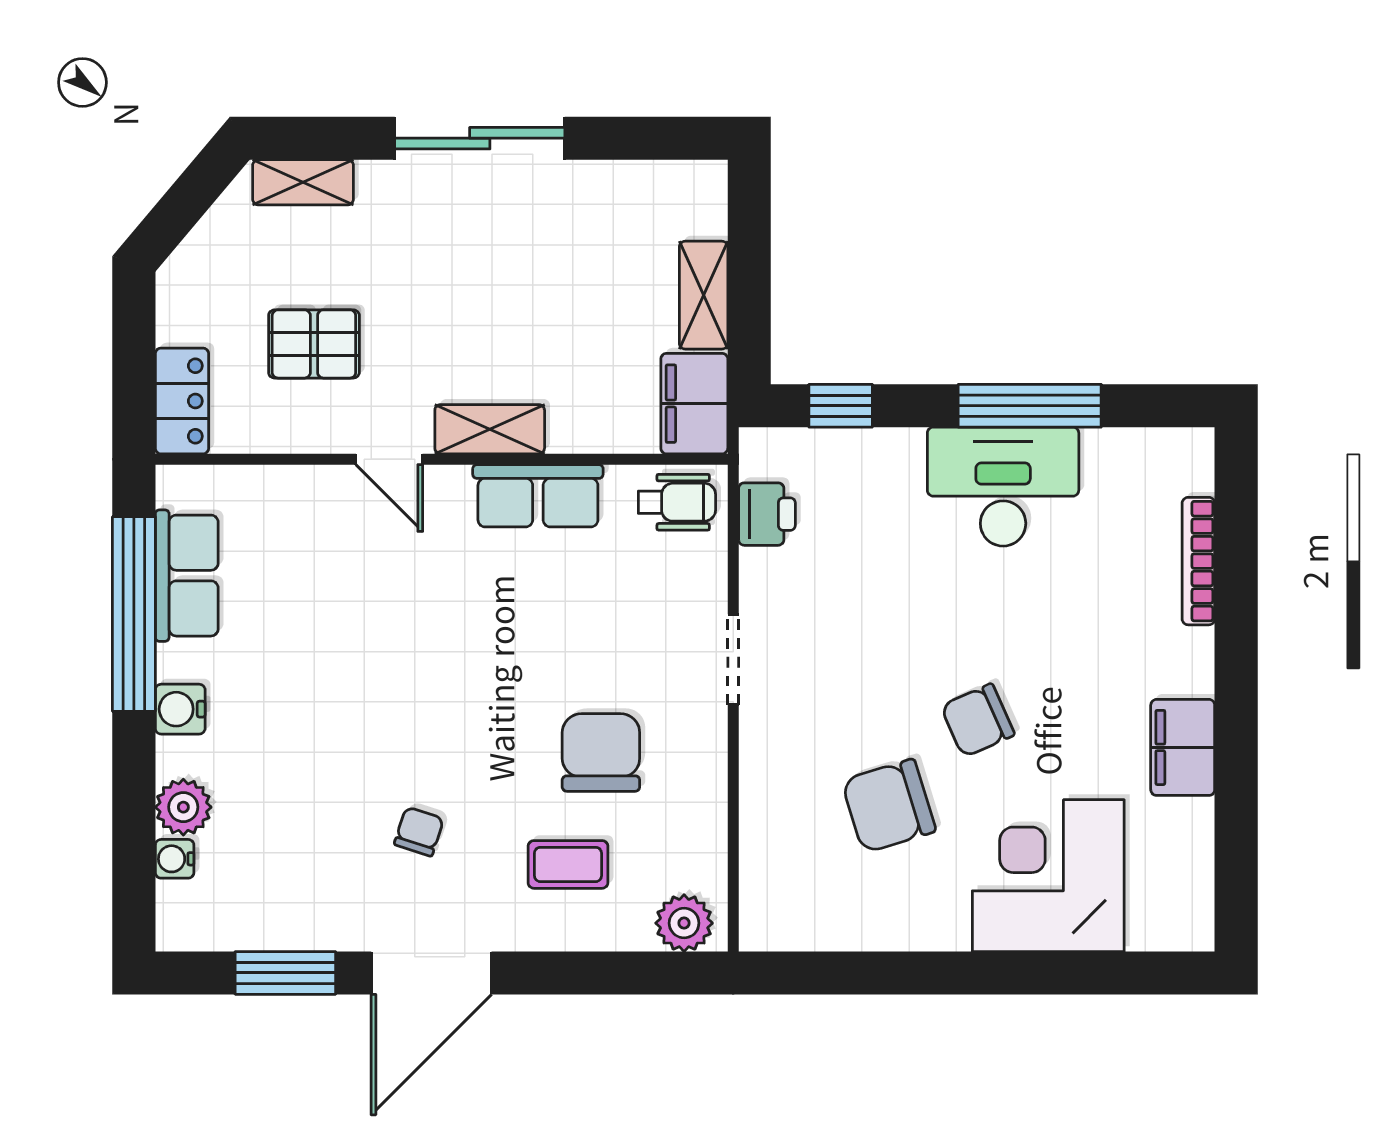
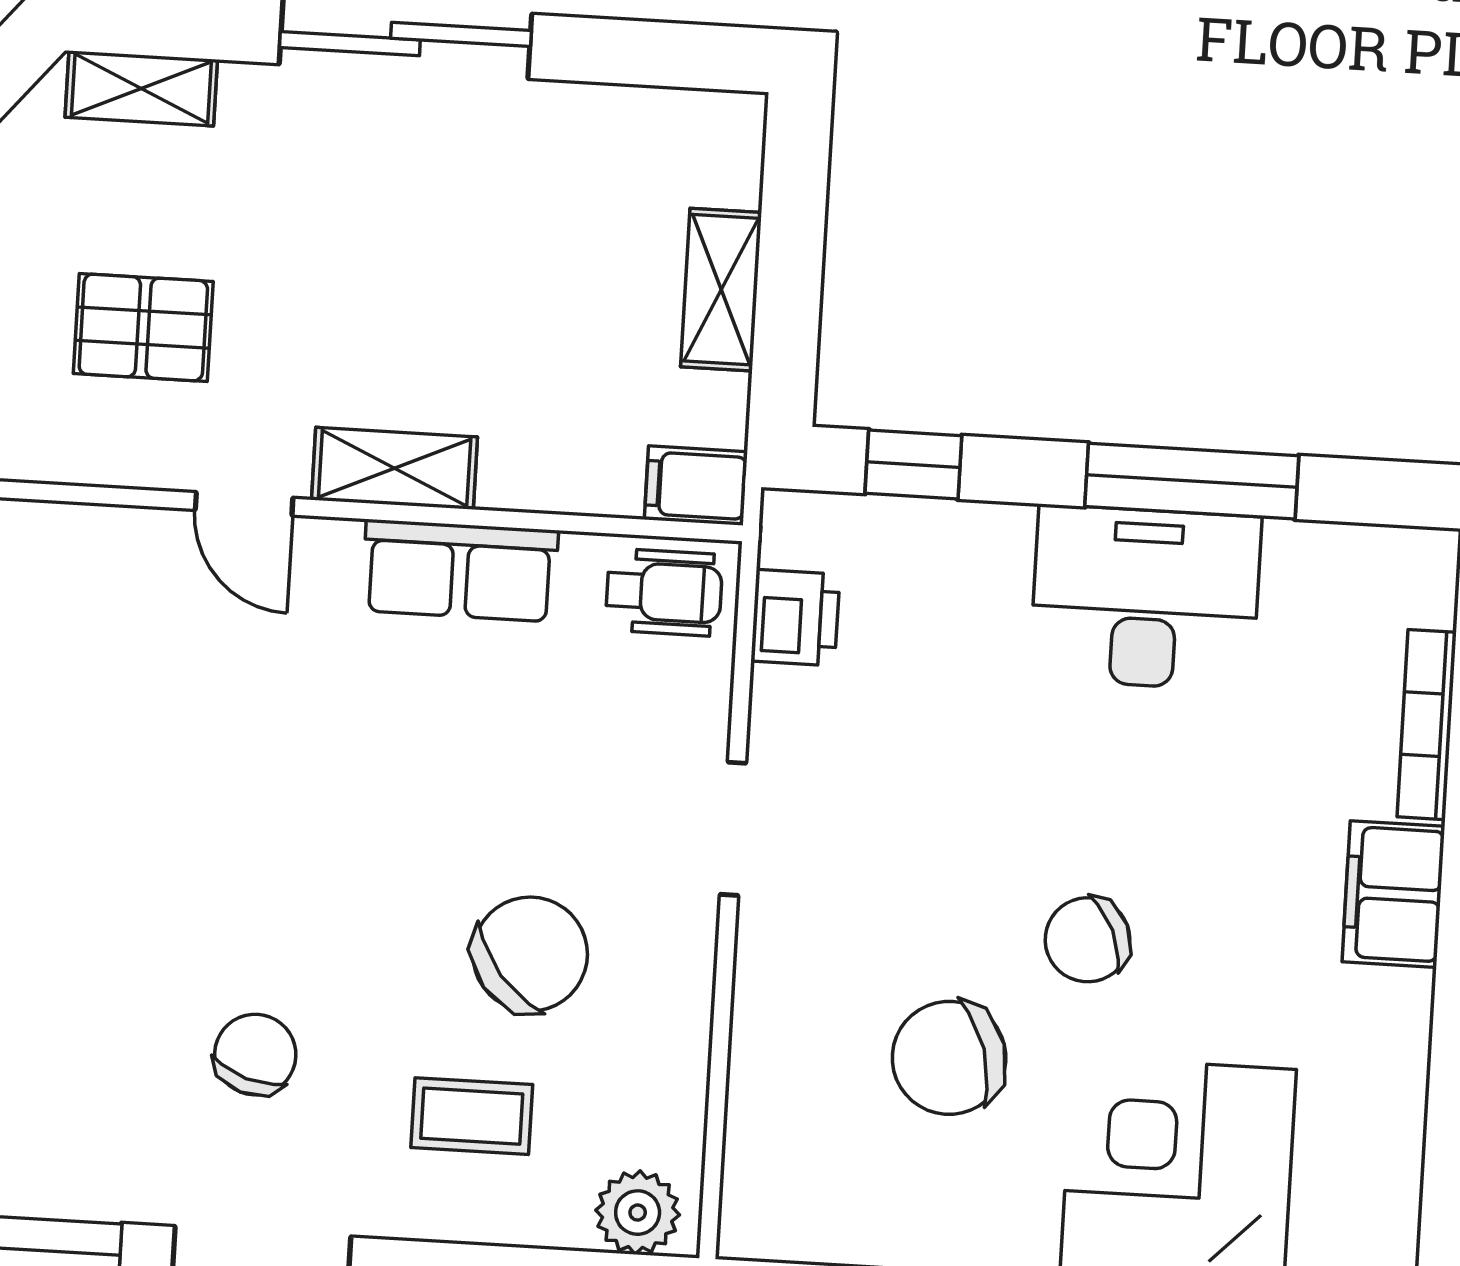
filing cabinet: (694, 404) -> (696, 486), width x0.50
filing cabinet: (1183, 747) -> (1393, 894), moved
chair: (601, 752) -> (530, 954), turned 51
chair: (419, 832) -> (255, 1055), width x1.37, depth x1.37

